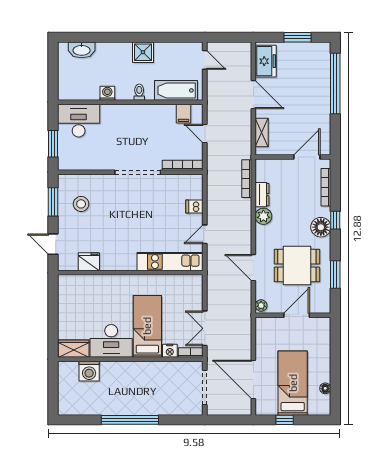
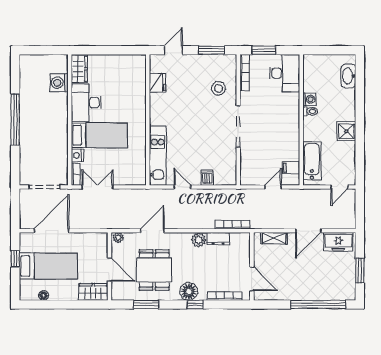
toilet: (139, 92) -> (310, 111), moved
bookcase: (183, 165) -> (244, 73), moved
stool: (81, 204) -> (218, 88), moved
wardrobe: (321, 333) -> (93, 292), added

